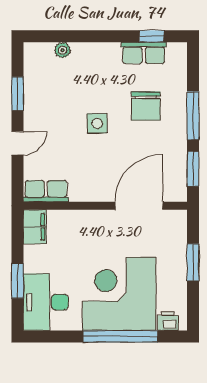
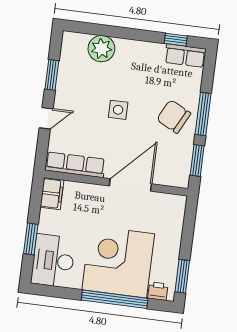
plant: (63, 50) -> (101, 49), width x1.87, depth x1.87
row of seats: (144, 53) -> (185, 56), moved
chair: (146, 106) -> (174, 116), moved, turned 117
row of seats: (46, 191) -> (75, 165), width x1.48
door: (139, 206) -> (130, 185), moved
window: (193, 262) -> (182, 276), moved

